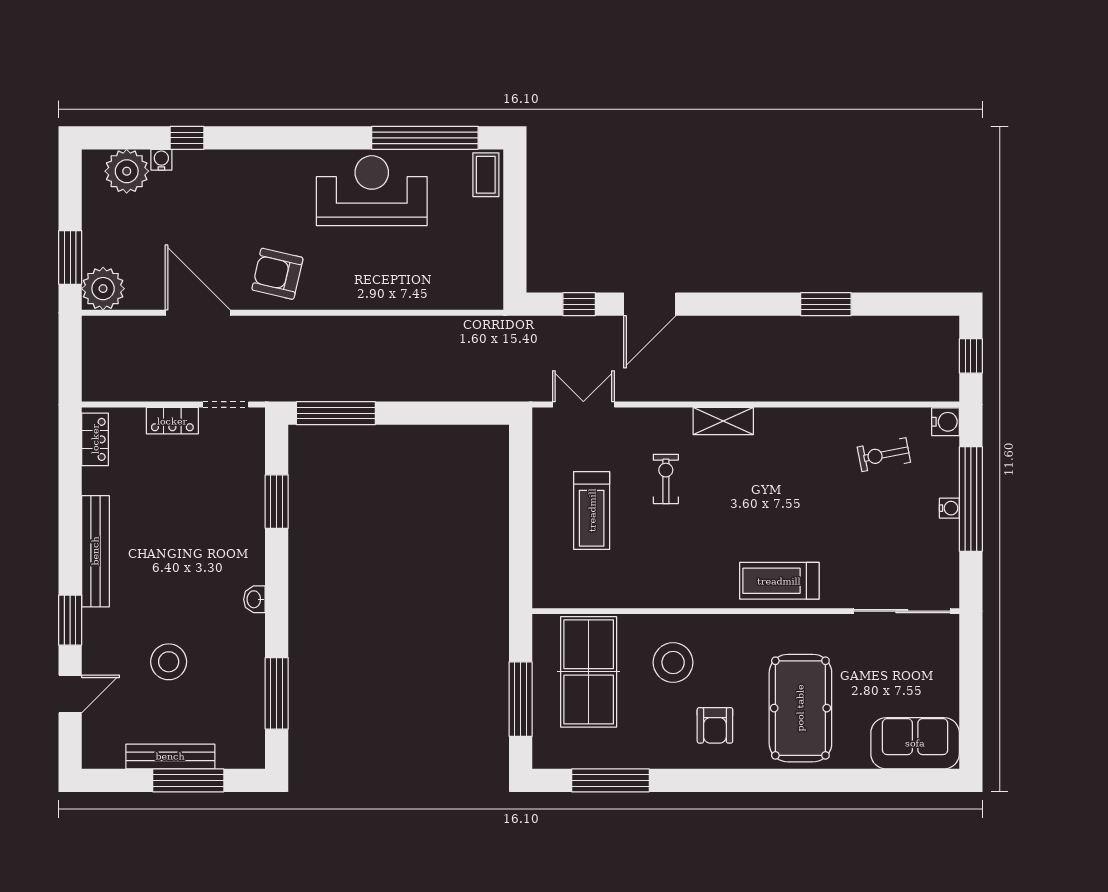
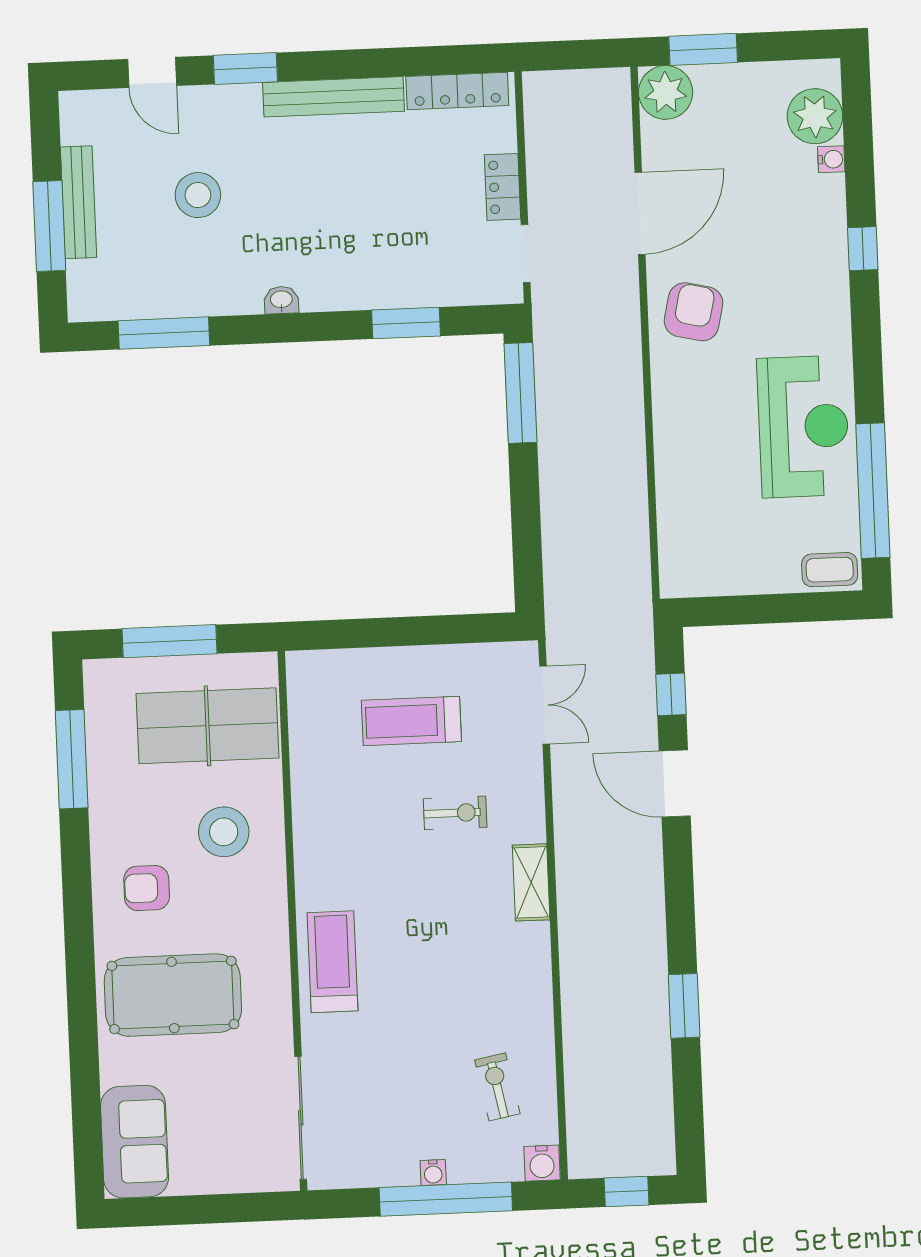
window: (187, 138) -> (863, 249), moved
locker: (95, 439) -> (457, 91), width x1.53

